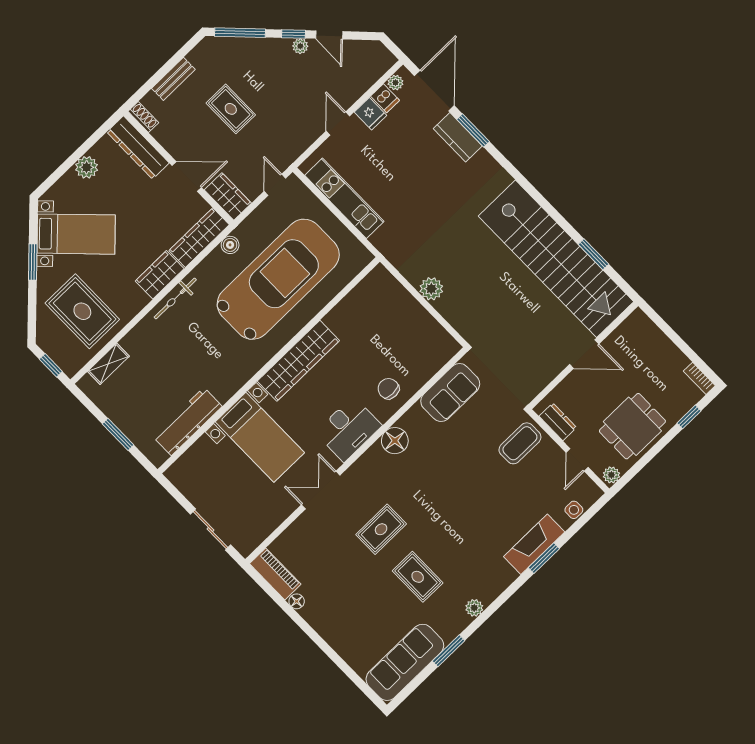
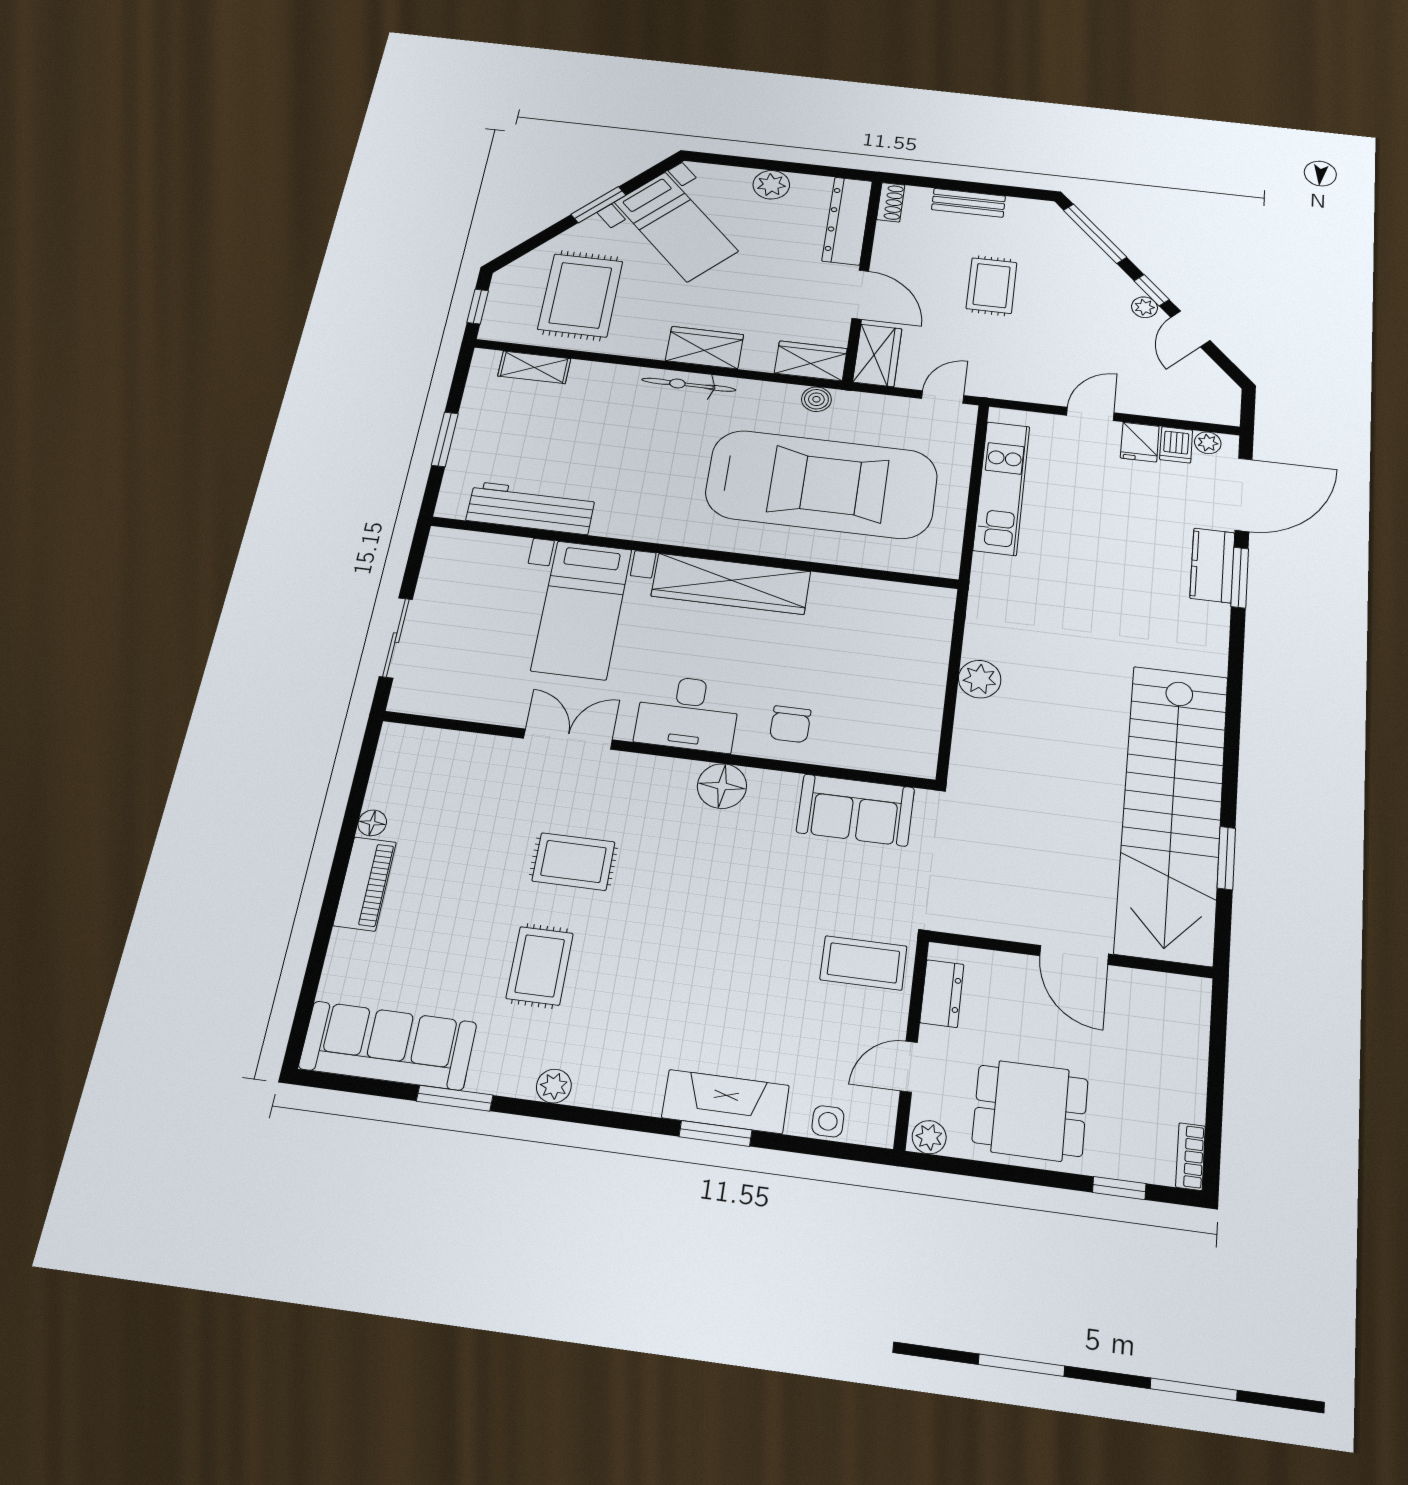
wardrobe: (199, 238) -> (811, 361), width x0.67
chair: (388, 389) -> (790, 724), turned 180
piano: (275, 574) -> (365, 884), moved

